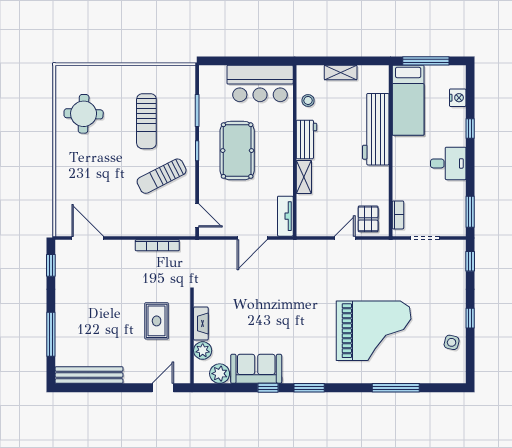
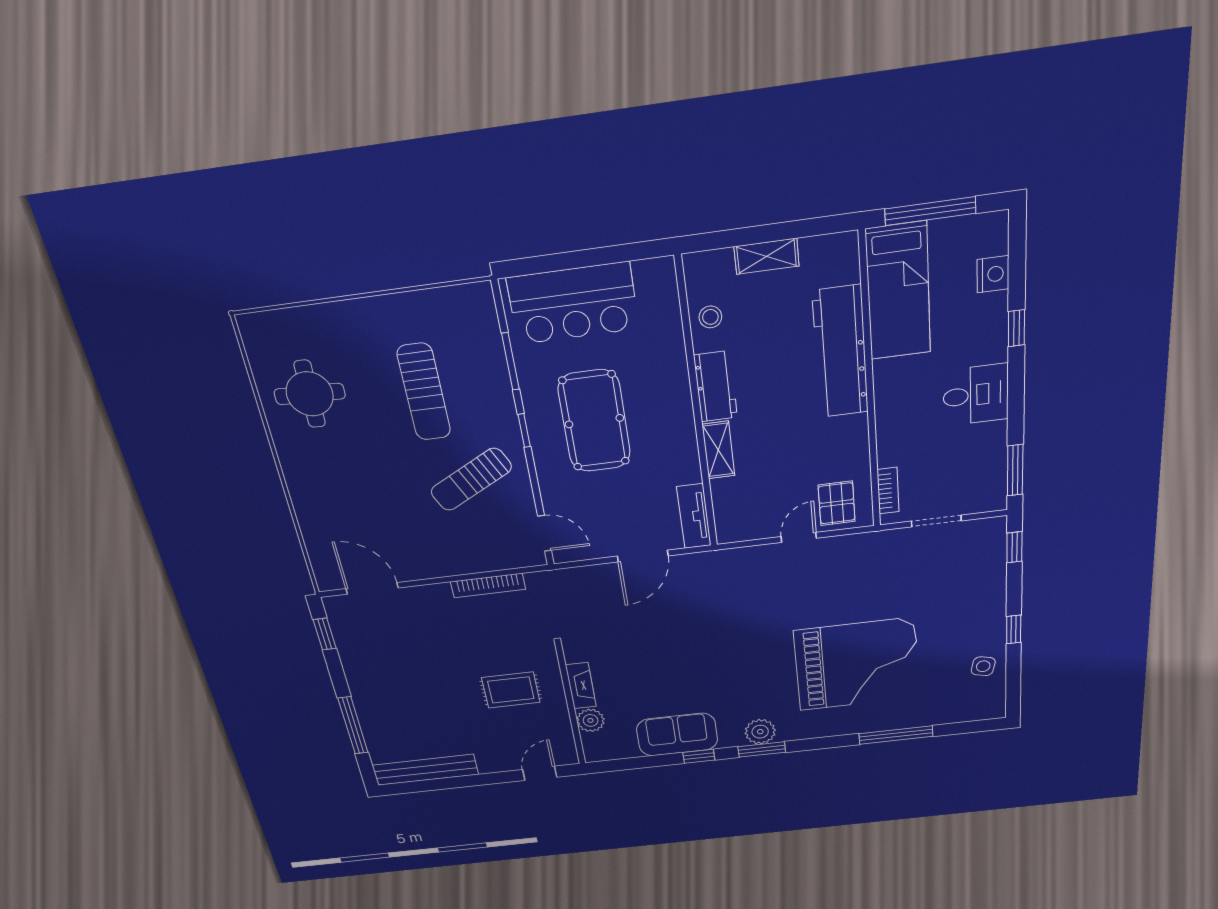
bar counter: (260, 83) -> (573, 303), moved
rug: (157, 321) -> (511, 690), turned 90
plant: (220, 374) -> (760, 732), moved

